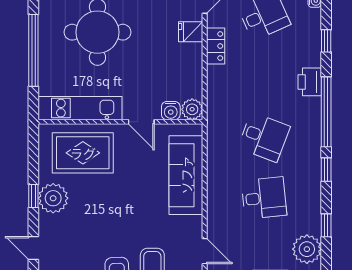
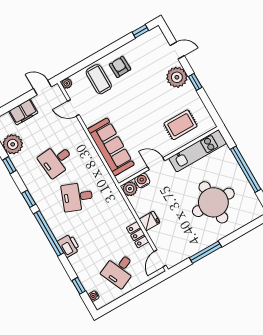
fridge: (191, 32) -> (150, 221), moved
window: (326, 41) -> (79, 286), moved
rug: (83, 153) -> (181, 125), width x0.73, depth x0.70
plant: (53, 198) -> (177, 77), moved

